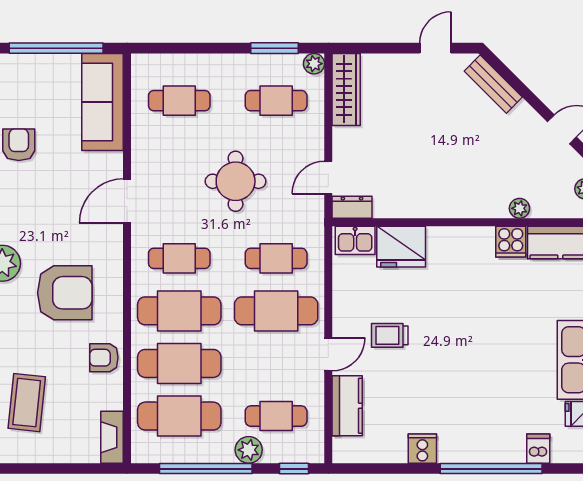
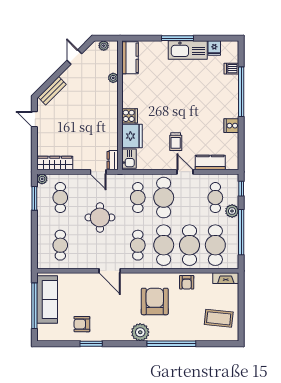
sofa: (103, 102) -> (47, 299), moved, turned -90
cooker: (511, 242) -> (130, 116), moved
coffee table: (27, 403) -> (219, 318), moved

